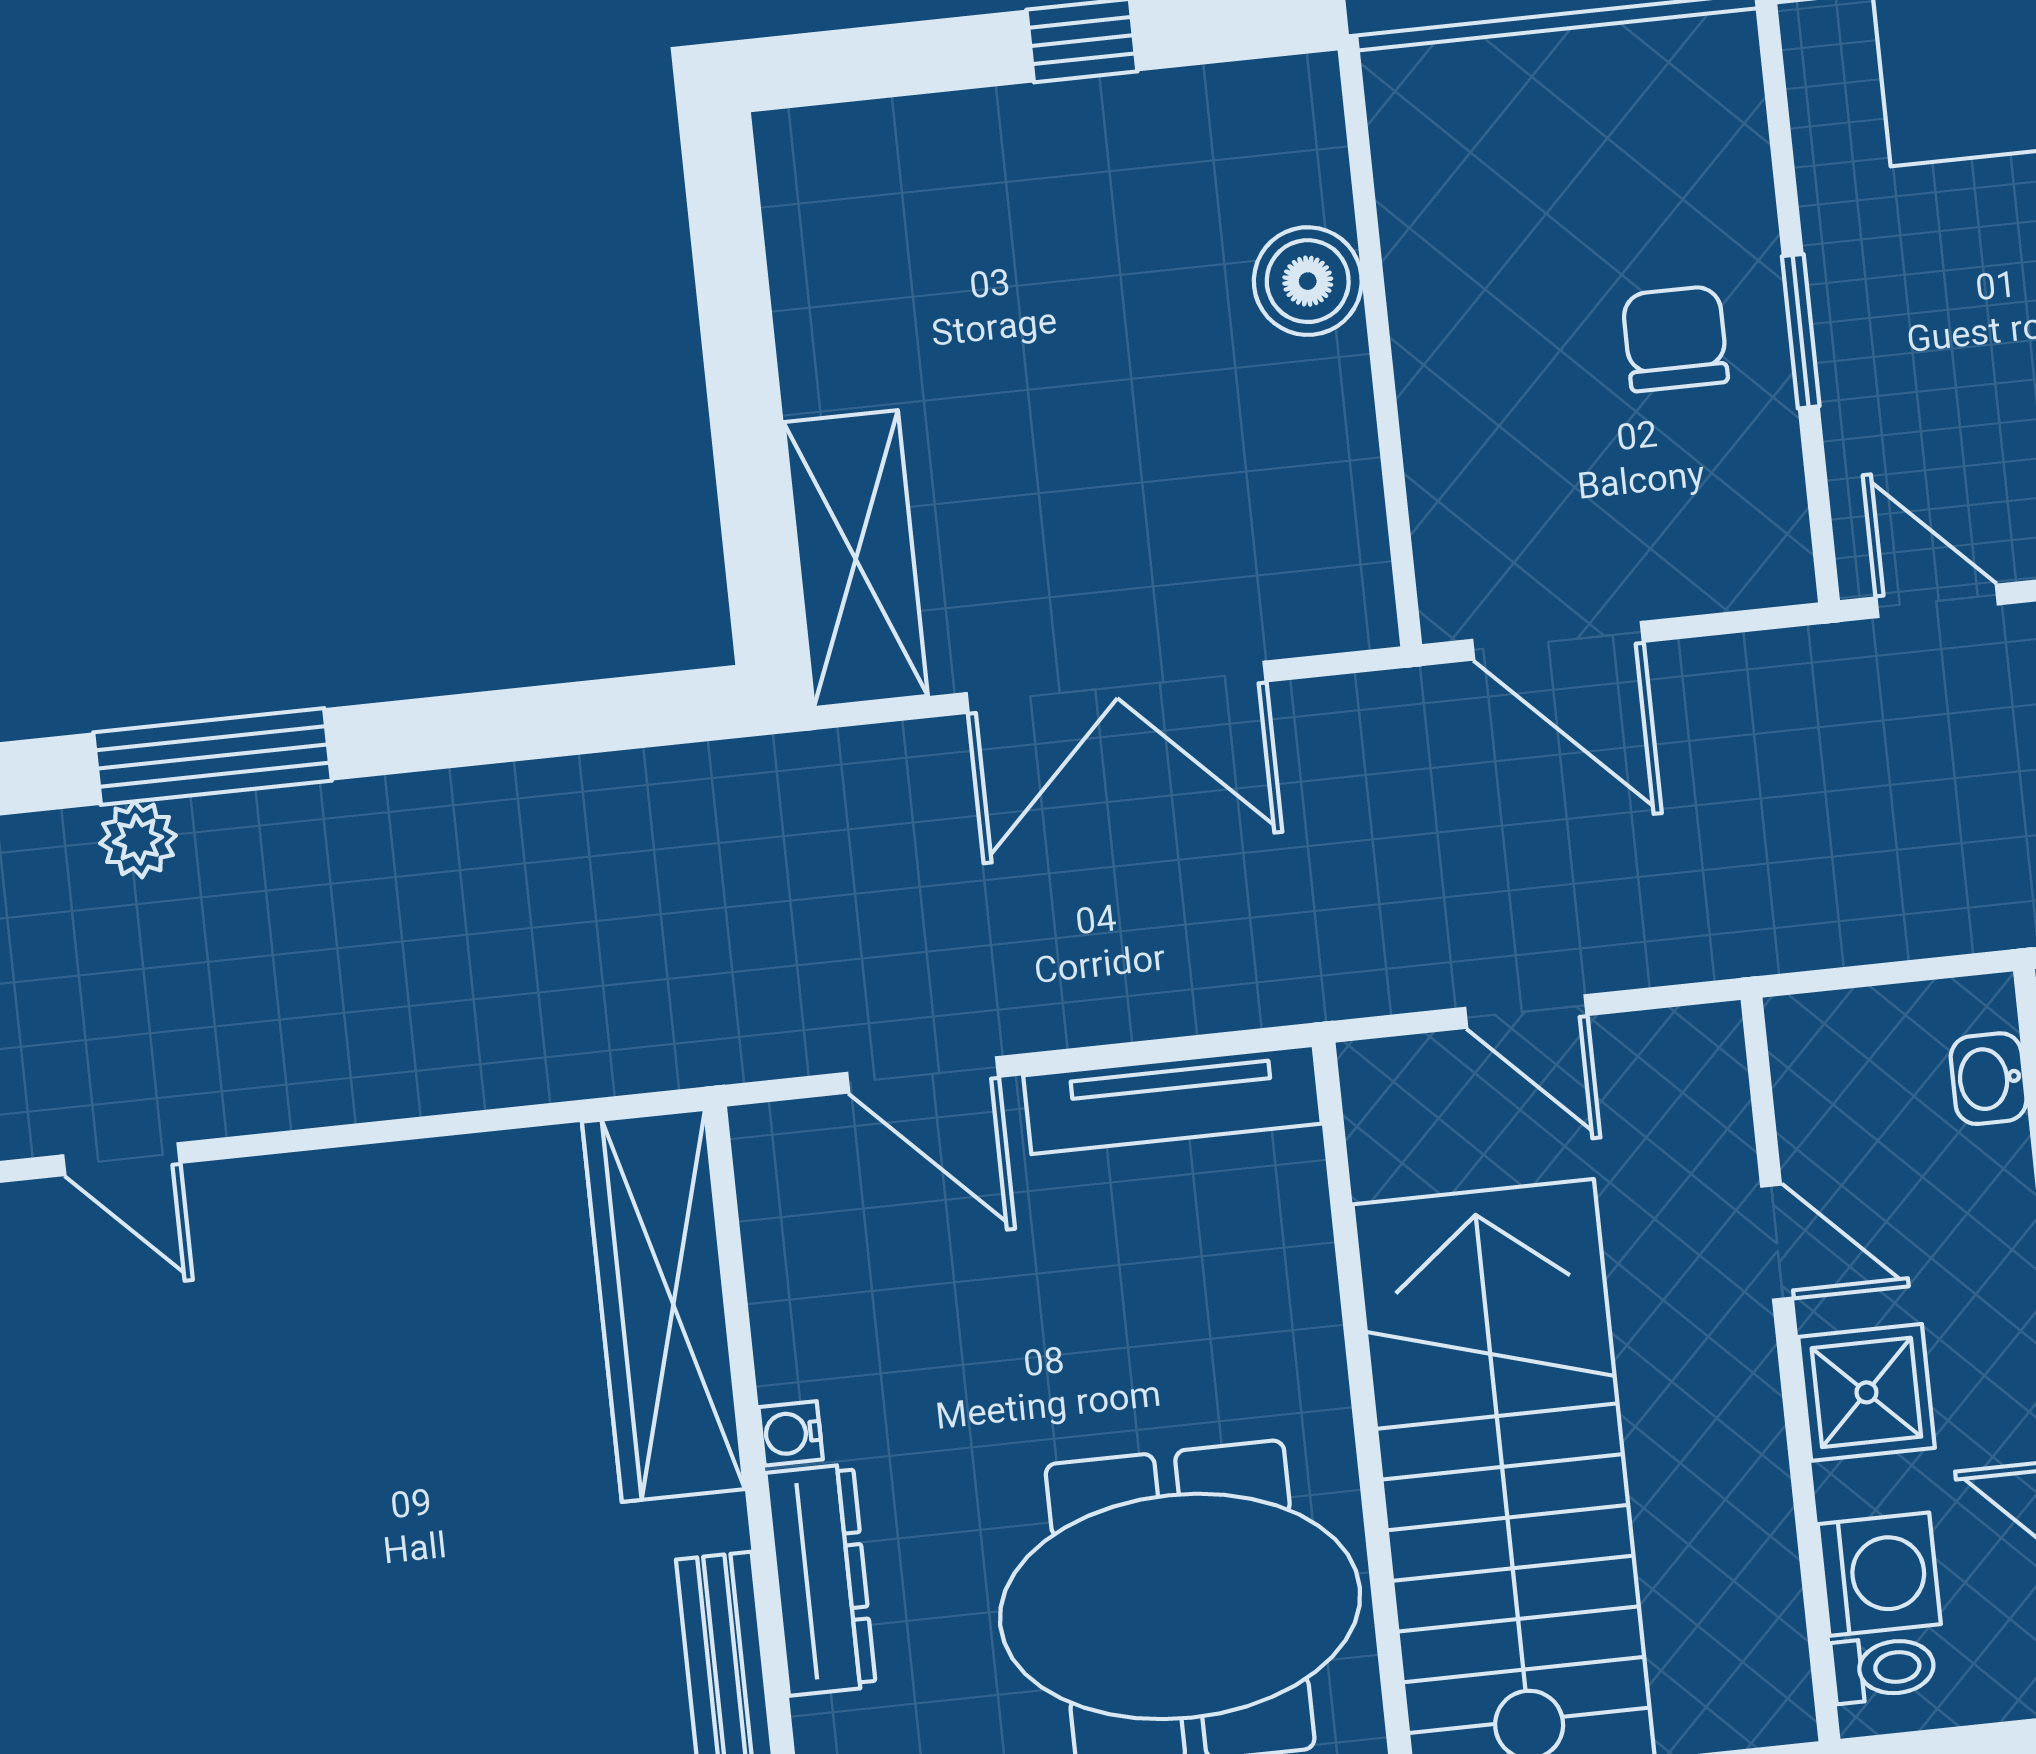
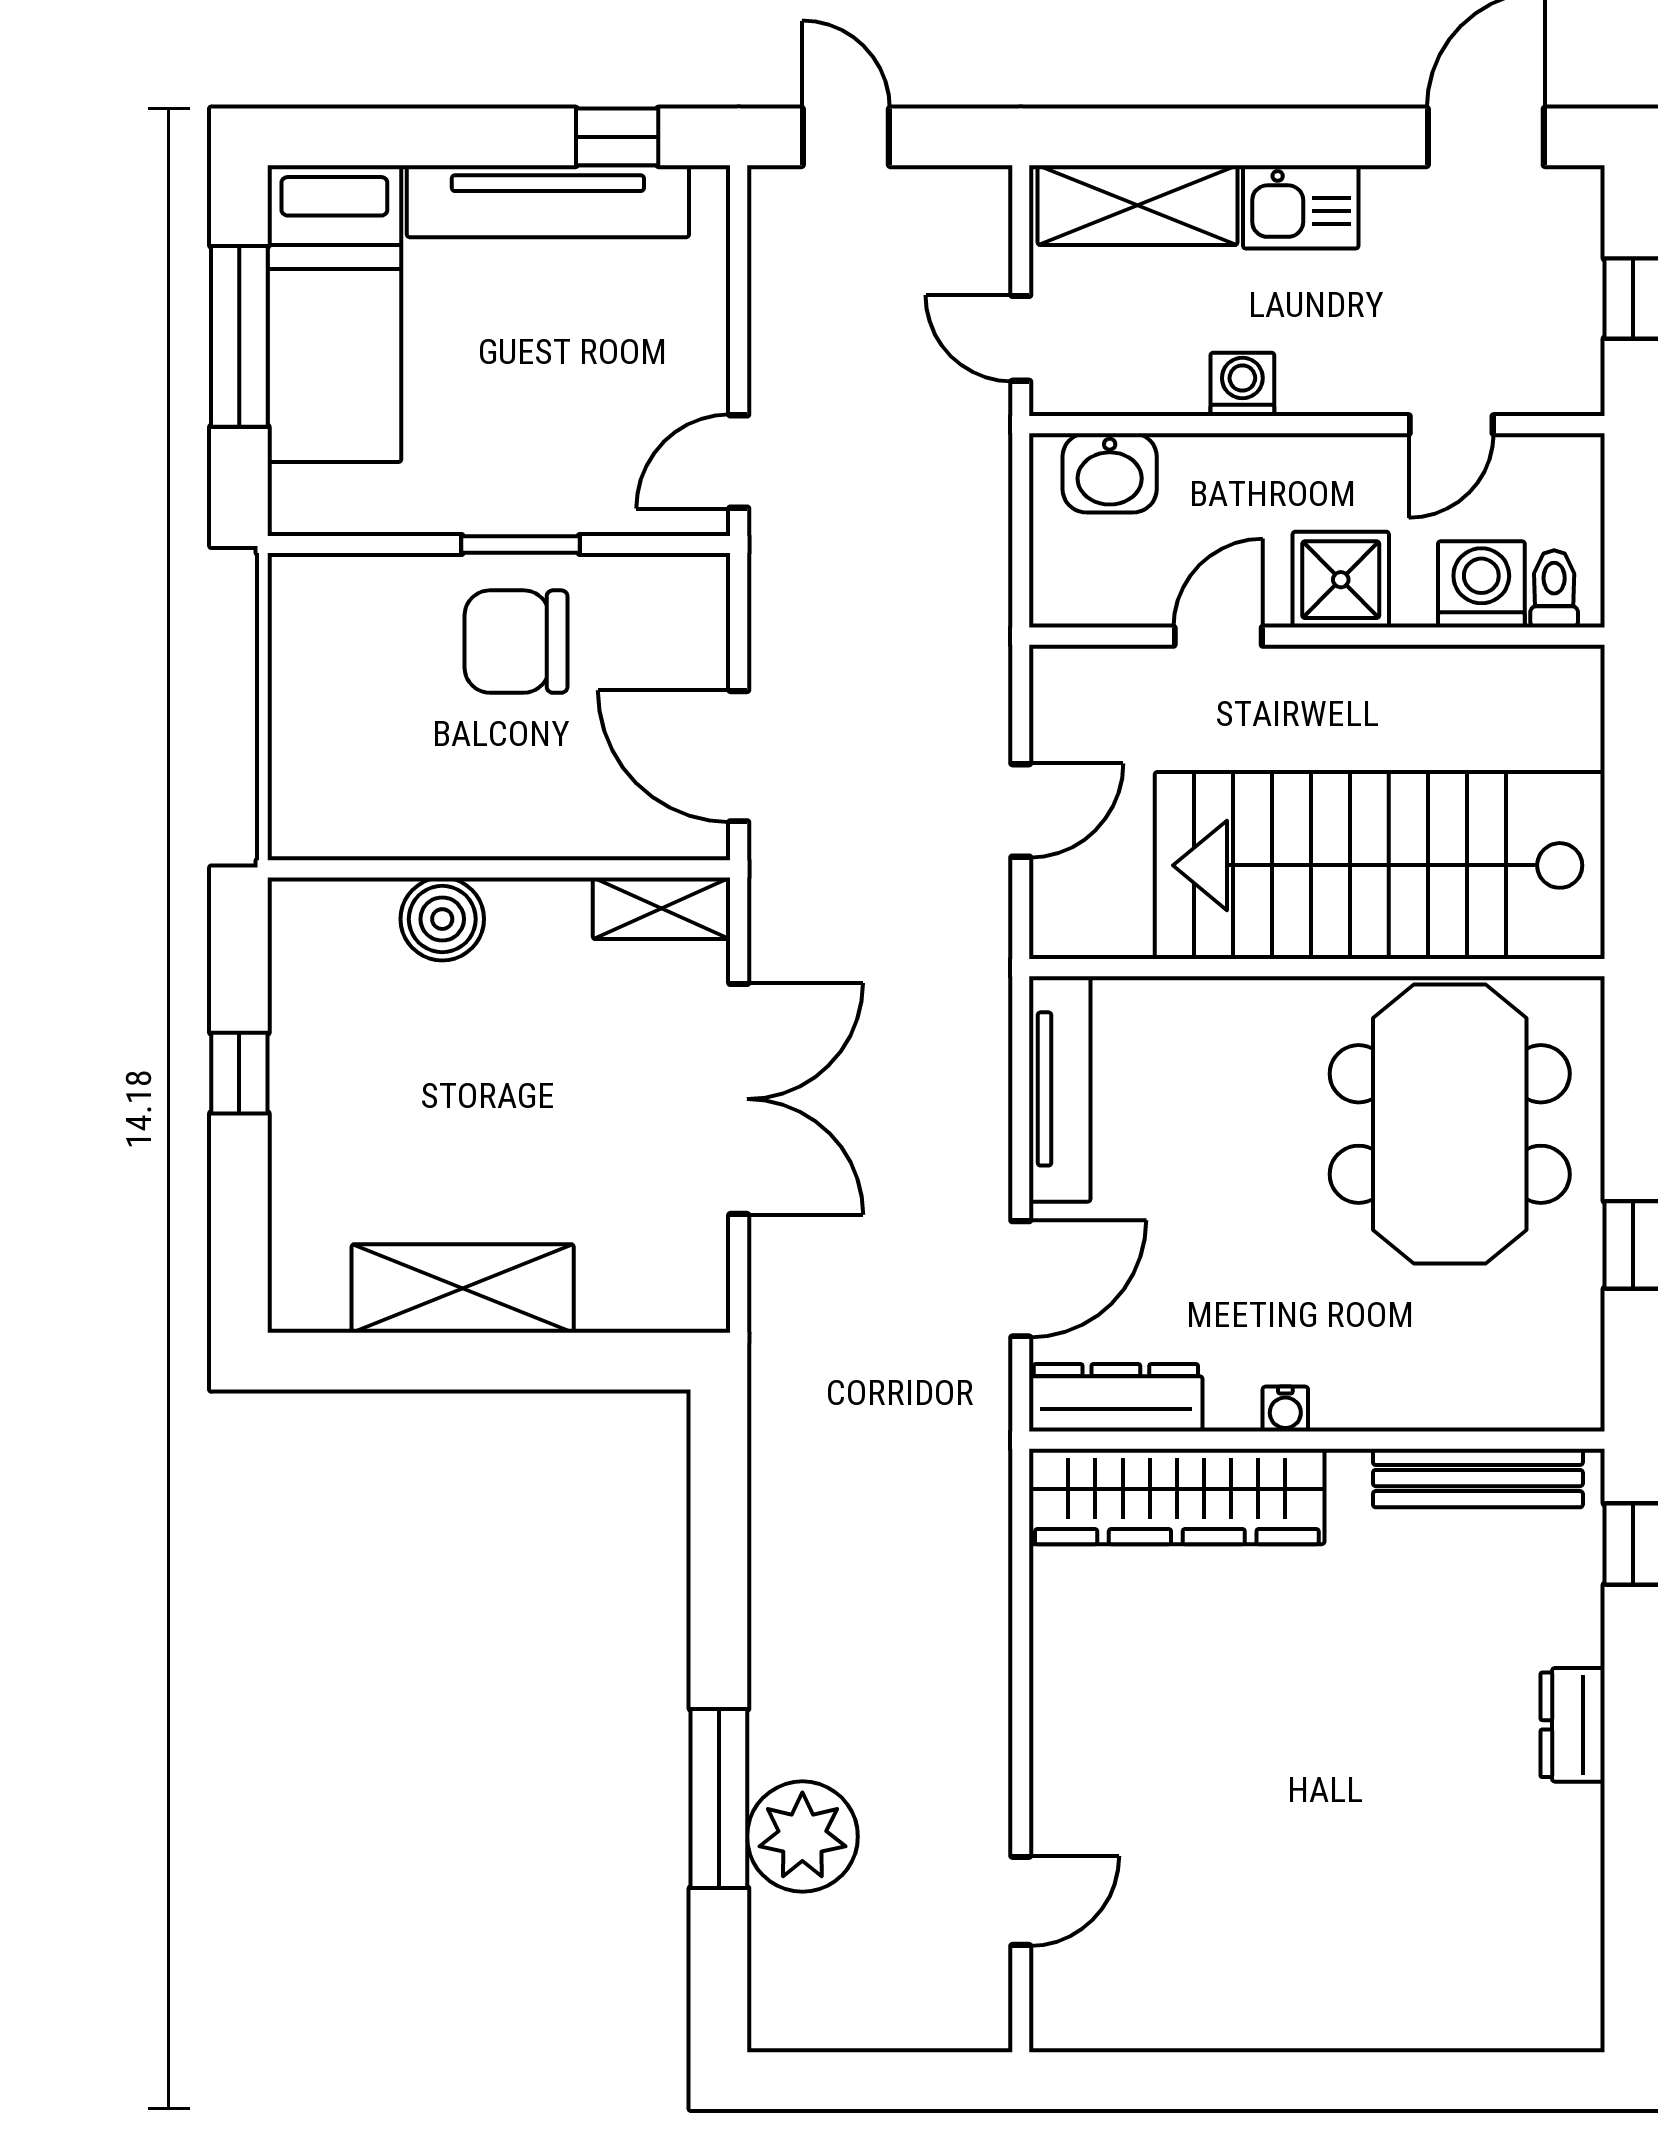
chair: (1675, 339) -> (516, 642), width x1.37, depth x1.37
shelving: (856, 559) -> (463, 1289), moved
shelving: (1351, 562) -> (662, 908), added
door: (1558, 641) -> (739, 756), swing flipped
plant: (138, 839) -> (802, 1837), width x1.88, depth x1.88
washbasin: (1989, 1079) -> (1110, 473), width x1.38, depth x1.45
dresser: (821, 1580) -> (1116, 1398), moved

